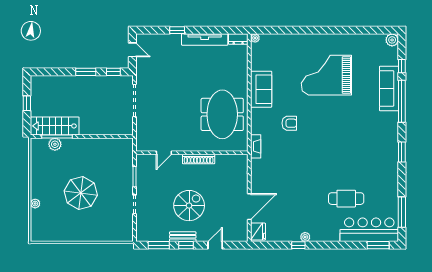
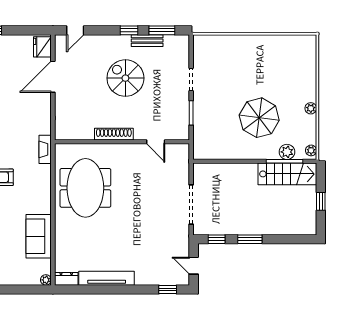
window: (177, 30) -> (168, 289), moved
sofa: (261, 89) -> (39, 236), moved
plant: (35, 145) -> (311, 150), added
door: (164, 153) -> (156, 142), swing flipped
parasol: (81, 193) -> (259, 118), moved
plant: (35, 204) -> (311, 108), moved
spiral stairs: (189, 206) -> (125, 78), turned 90
bench: (183, 237) -> (147, 41), moved
door: (215, 245) -> (75, 30), moved

